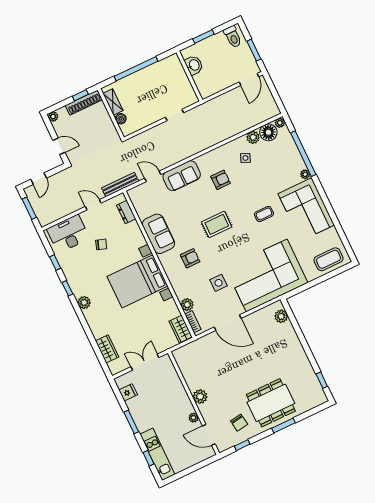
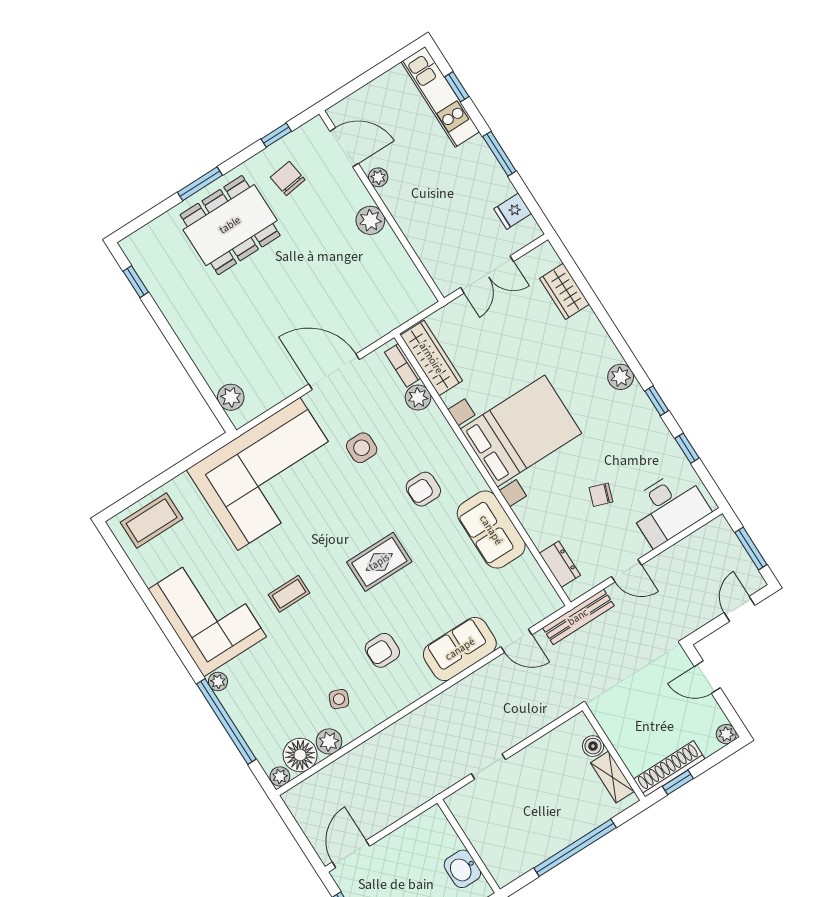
wardrobe: (181, 329) -> (431, 358), width x1.50

